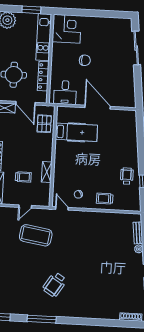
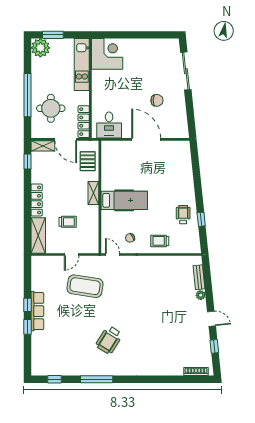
window: (31, 10) -> (53, 35), moved
chair: (85, 60) -> (157, 100), moved
locker: (43, 76) -> (84, 122), moved
hospital bed: (76, 132) -> (124, 200), moved
shelving: (47, 172) -> (93, 193), moved

